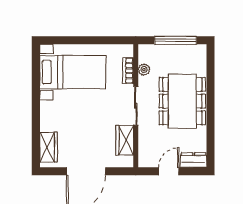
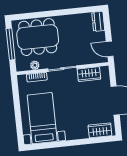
dining table: (182, 101) -> (38, 37), moved
door: (169, 171) -> (110, 49), moved

